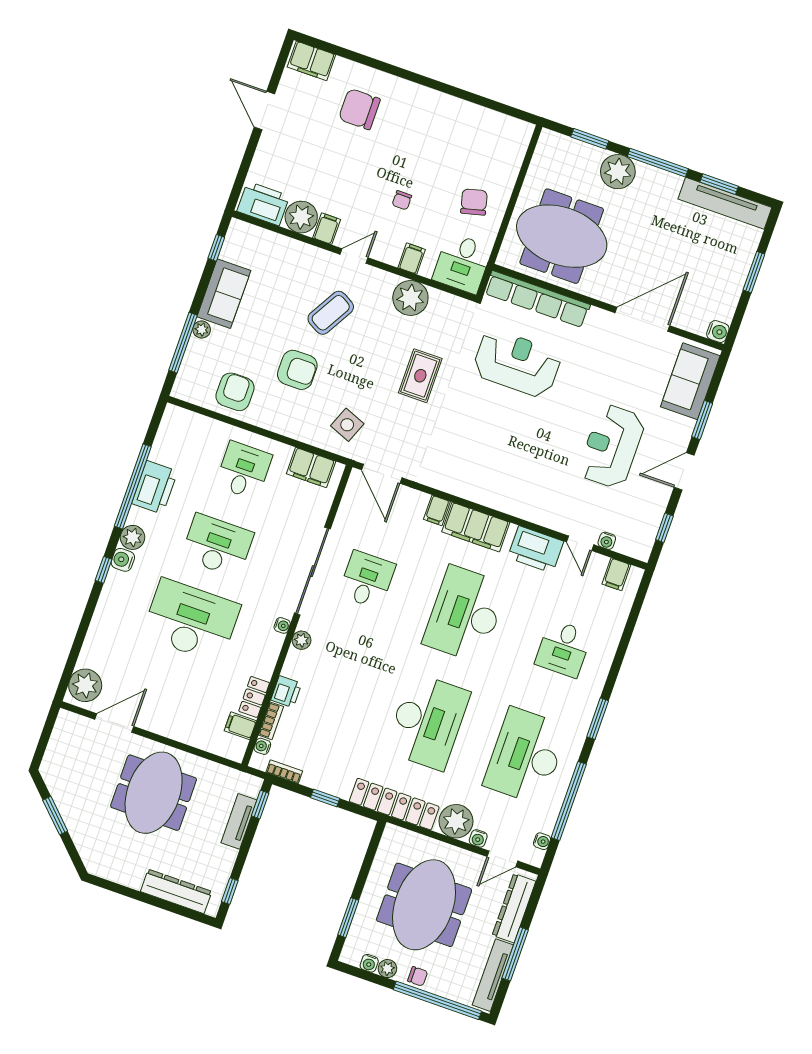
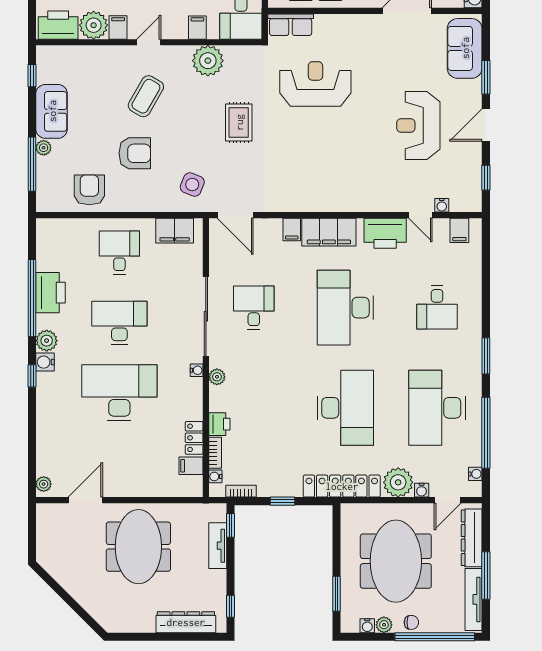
row of seats: (537, 299) -> (291, 25), width x0.50
plant: (85, 685) -> (44, 484), width x0.53, depth x0.53
window: (55, 816) -> (63, 594), removed

